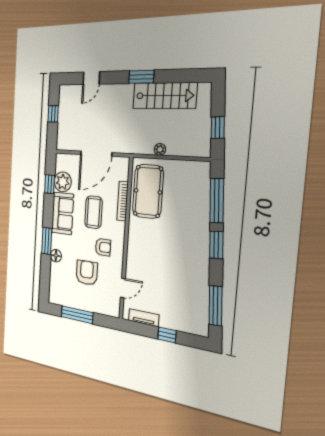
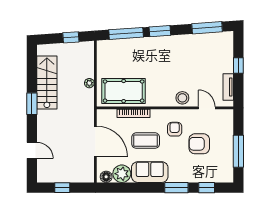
window: (50, 184) -> (207, 188), moved
floor lamp: (56, 256) -> (106, 177), moved
stool: (136, 261) -> (182, 98), added

